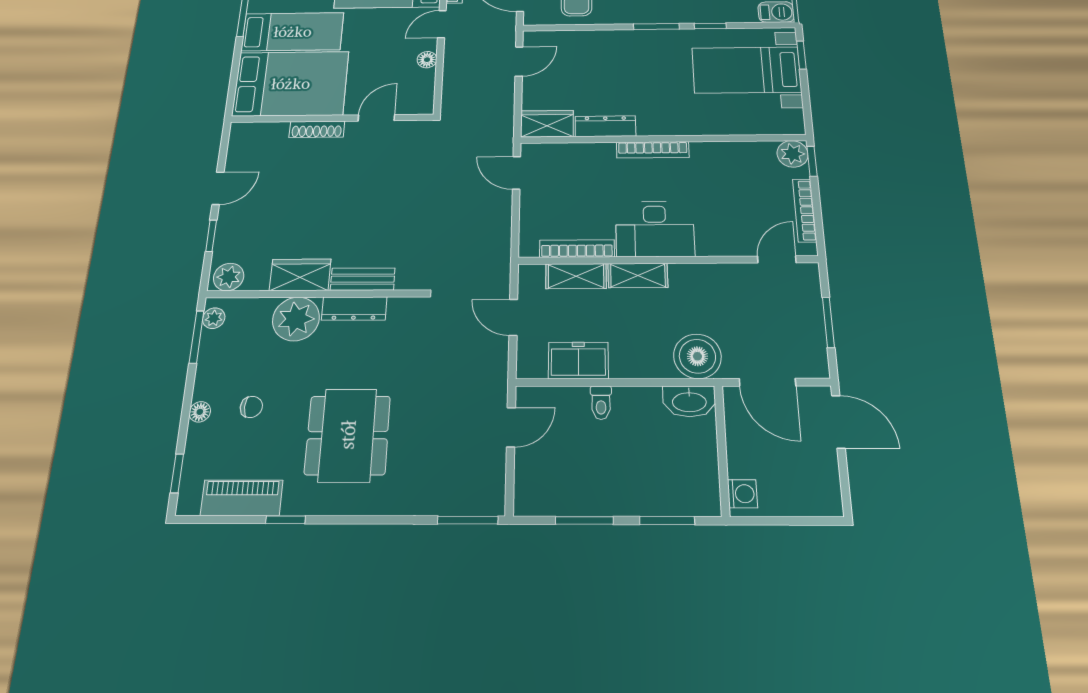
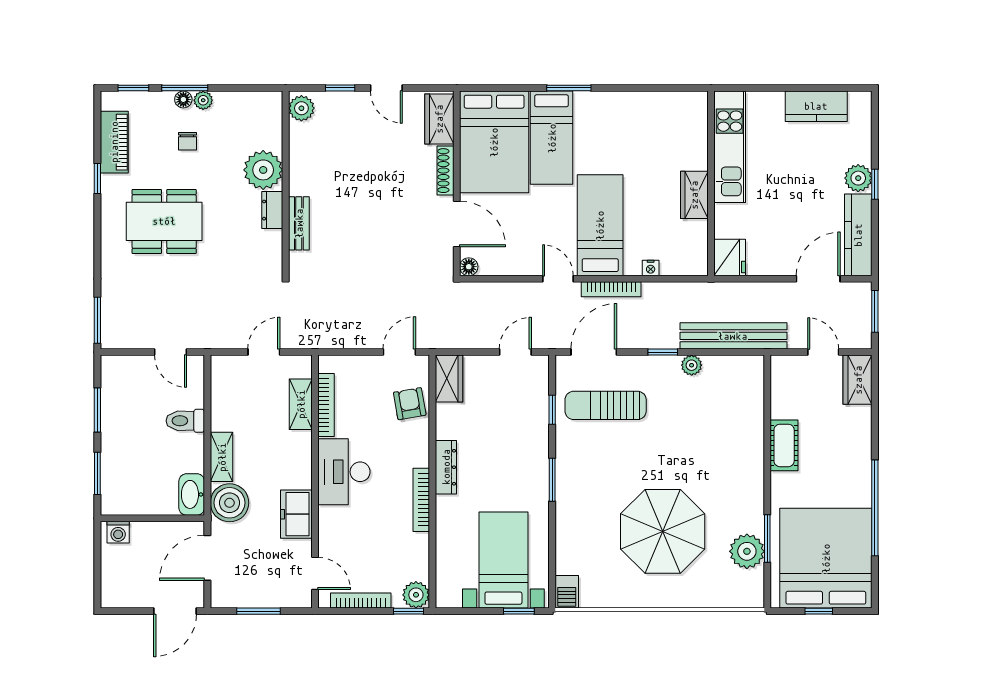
window: (710, 26) -> (552, 410), moved
floor lamp: (427, 60) -> (469, 267), moved
door: (519, 61) -> (515, 352), swing flipped
door: (376, 118) -> (457, 224), width x1.38
dresser: (605, 126) -> (446, 467), moved
bookcase: (653, 150) -> (421, 500), moved
armchair: (575, 162) -> (410, 404), added
wardrobe: (300, 275) -> (439, 119), moved, turned 180
shelving: (638, 276) -> (222, 457), moved
dresser: (354, 308) -> (272, 210), width x0.70
plant: (214, 318) -> (203, 100), moved
window: (197, 337) -> (185, 88), moved
freezer: (578, 361) -> (296, 514), moved, turned 180
toilet: (601, 403) -> (185, 421), width x1.37, depth x1.39

